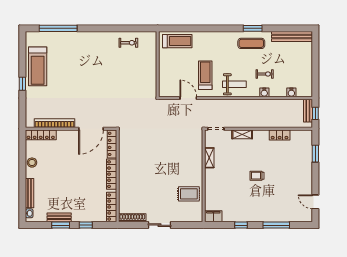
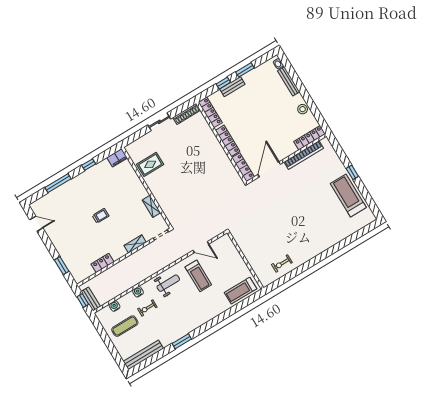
window: (58, 28) -> (350, 239), removed
exercise mat: (251, 43) -> (125, 326), moved
weight bench: (234, 84) -> (168, 283), turned 180
bench: (59, 217) -> (232, 87), moved

